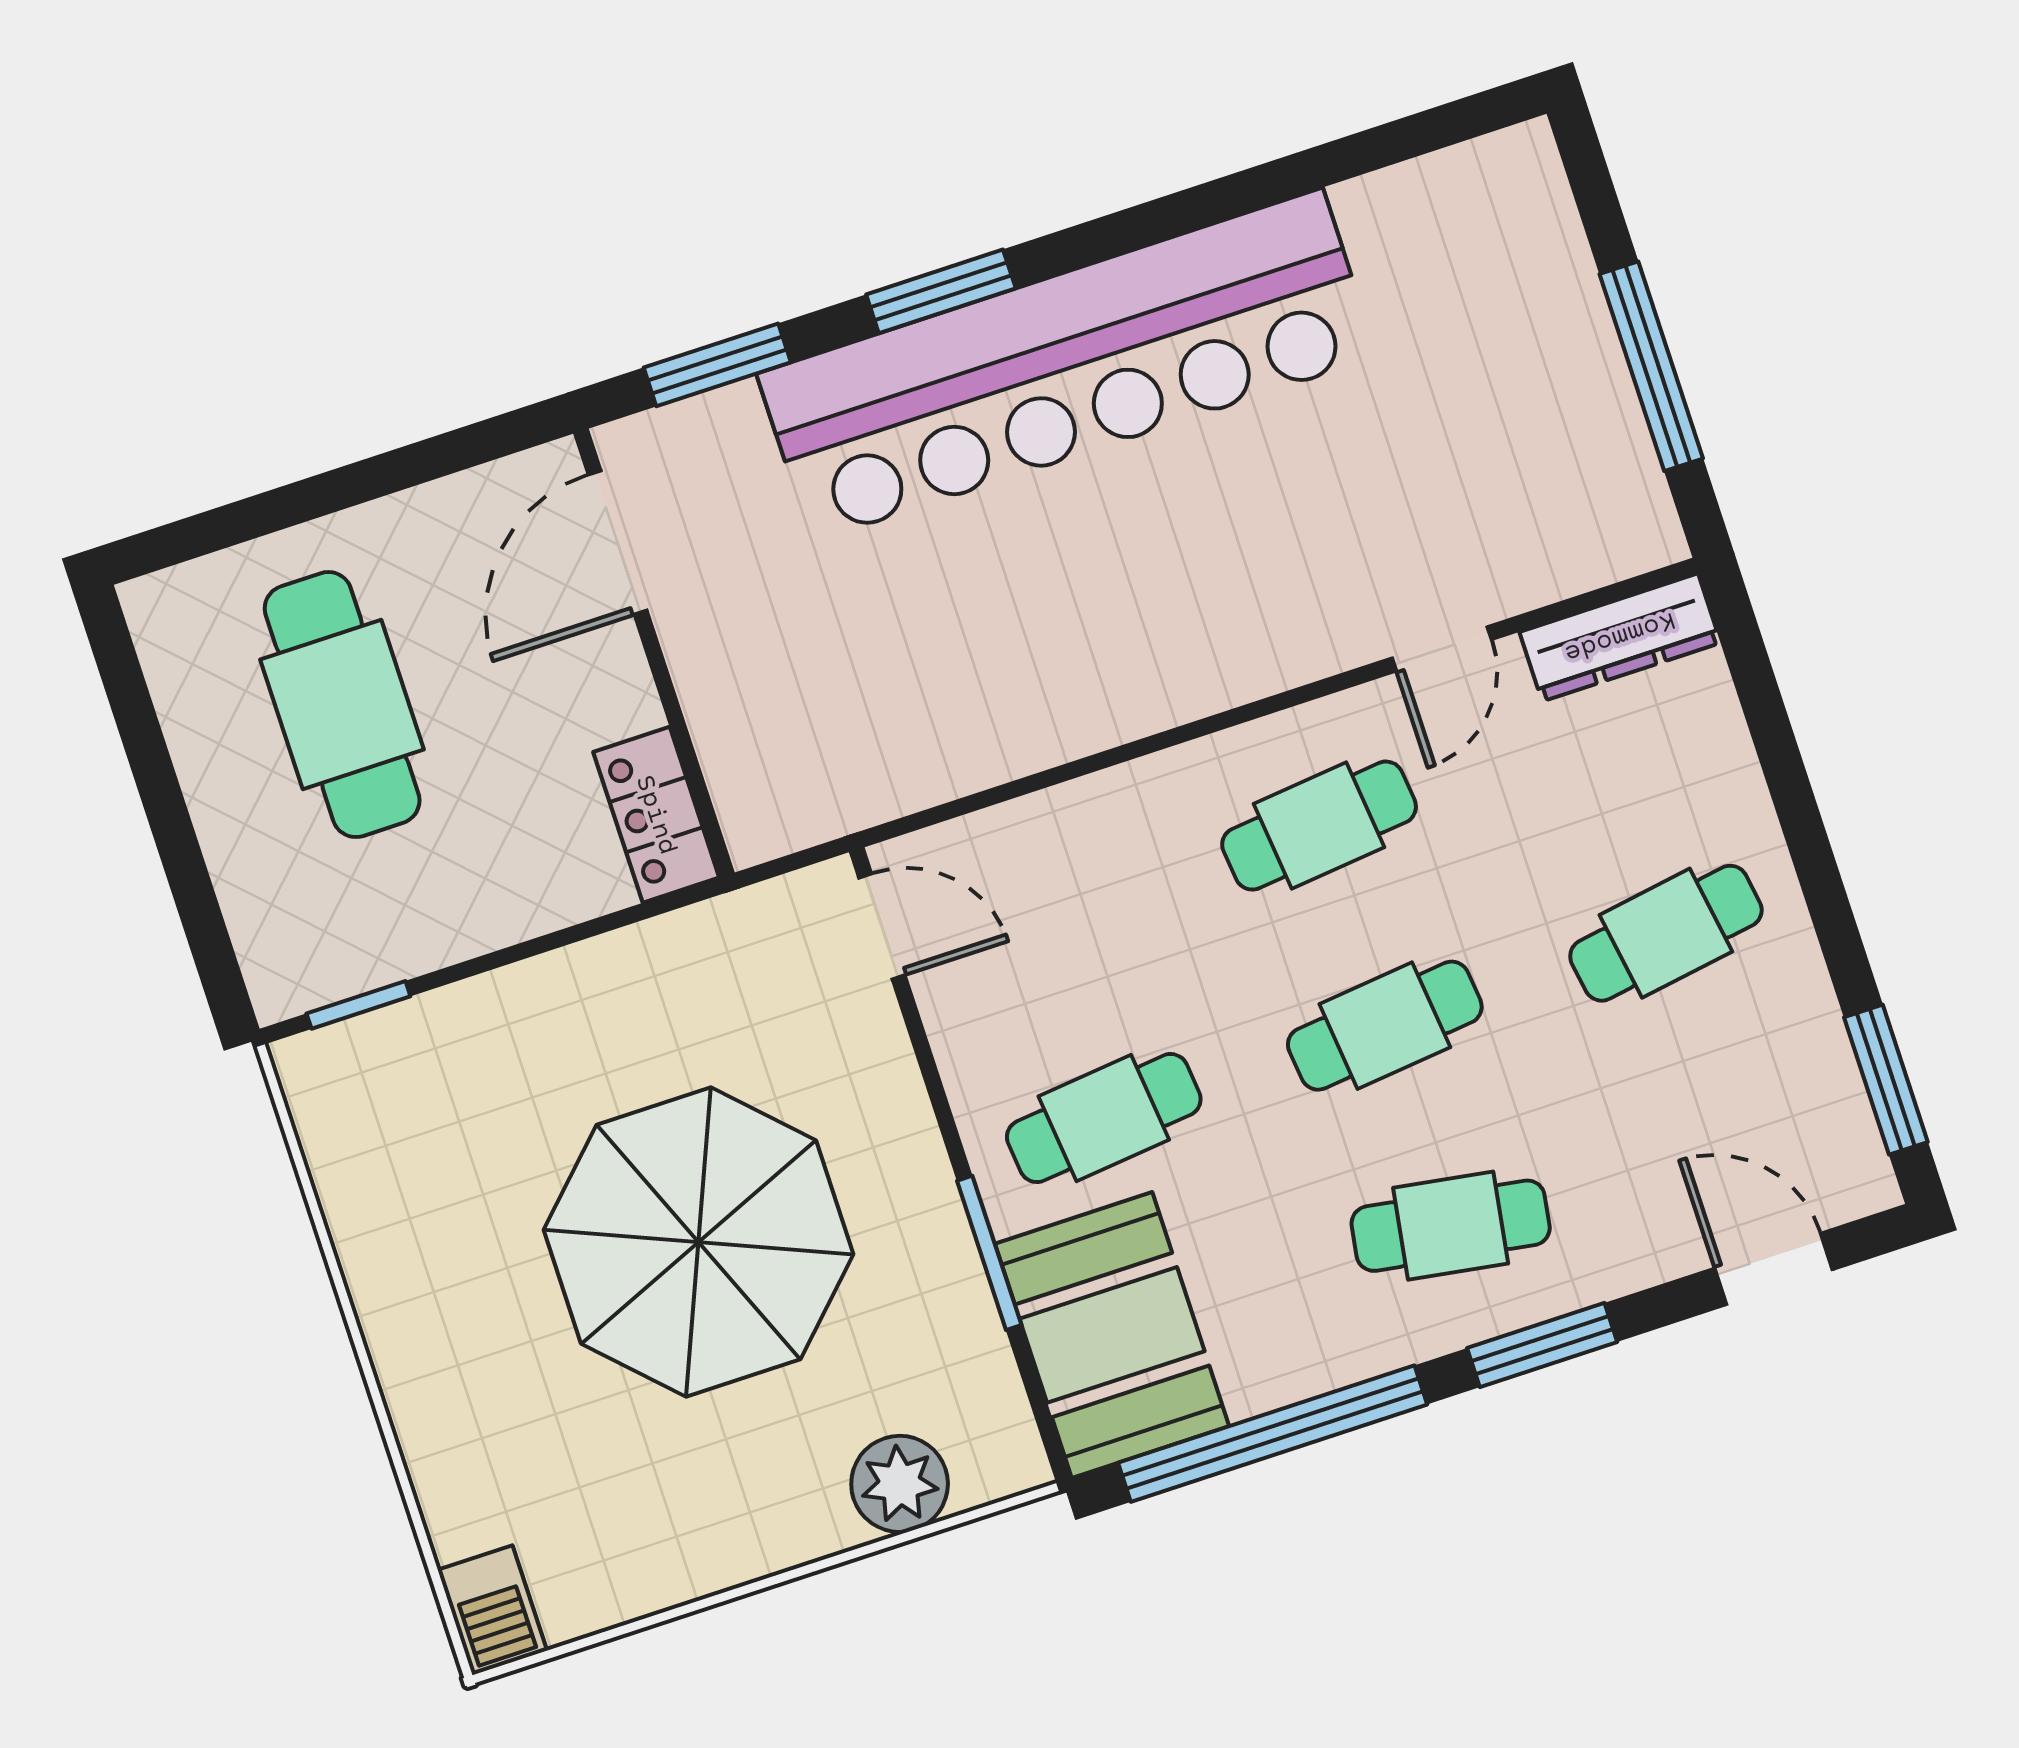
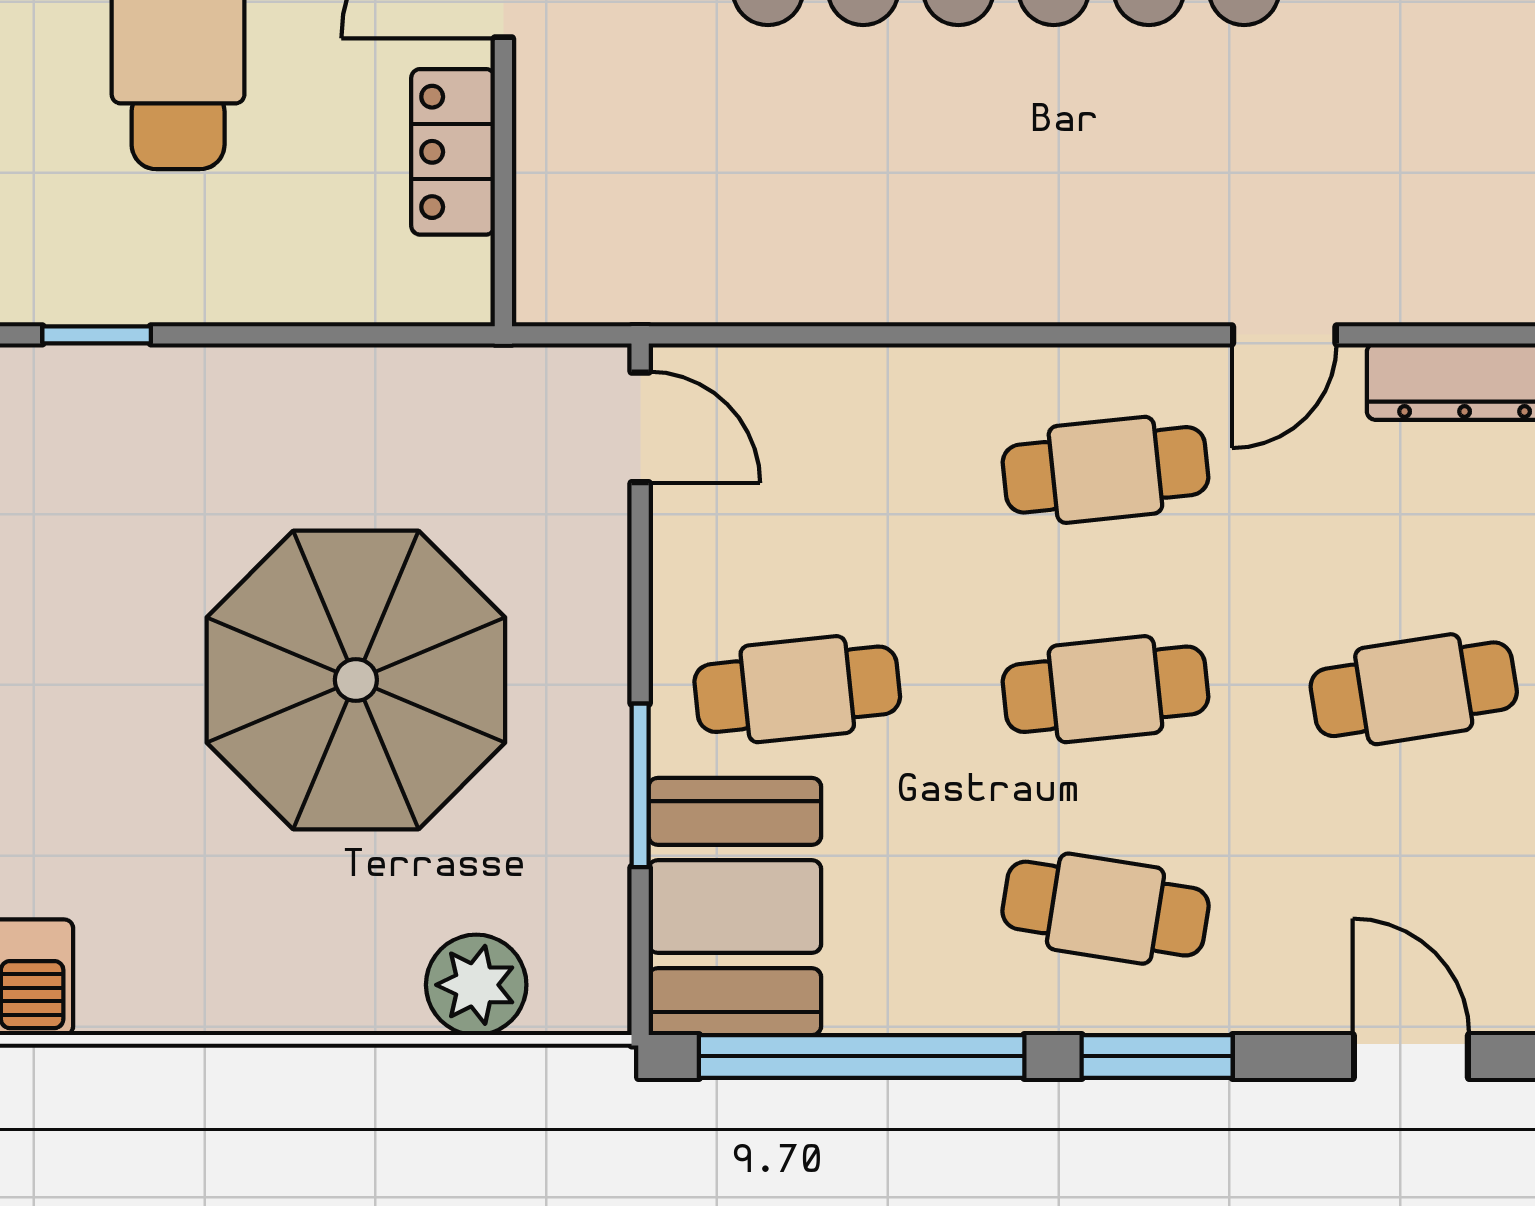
locker: (656, 815) -> (453, 152), moved

